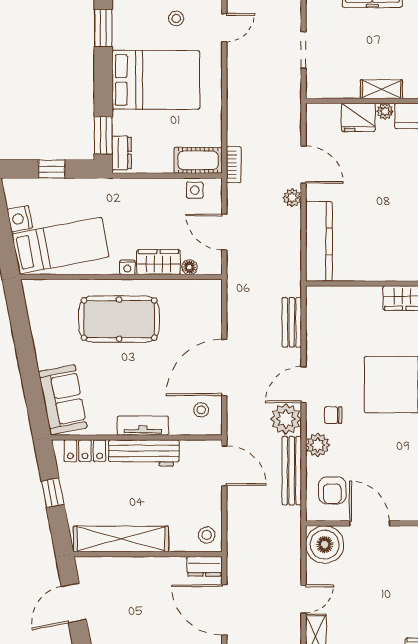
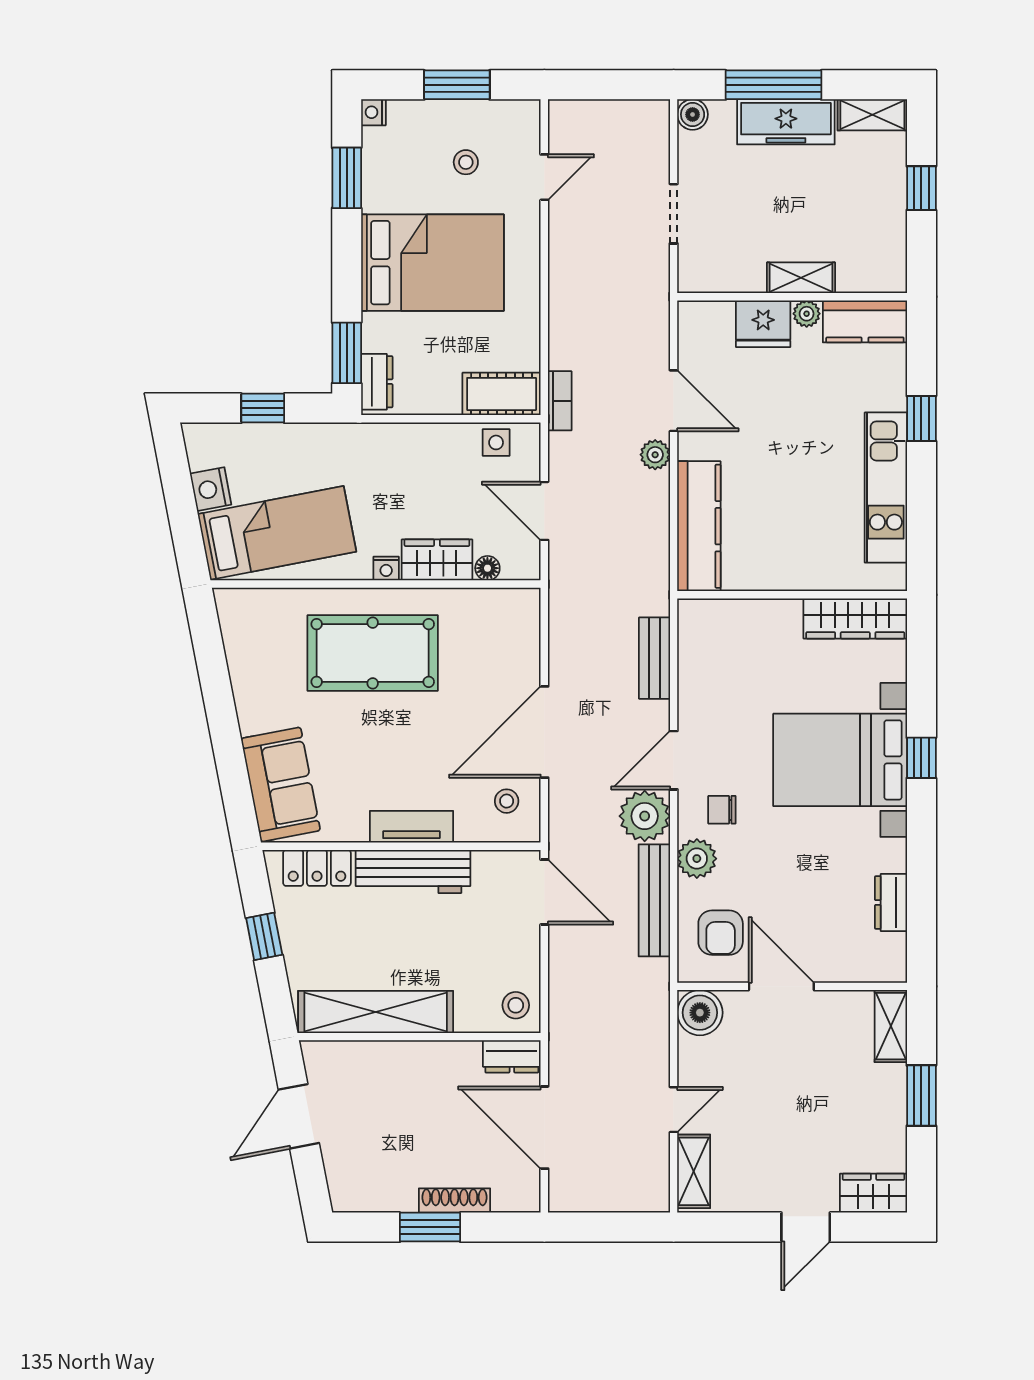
boiler: (325, 545) -> (700, 1013), width x0.73, depth x0.73

